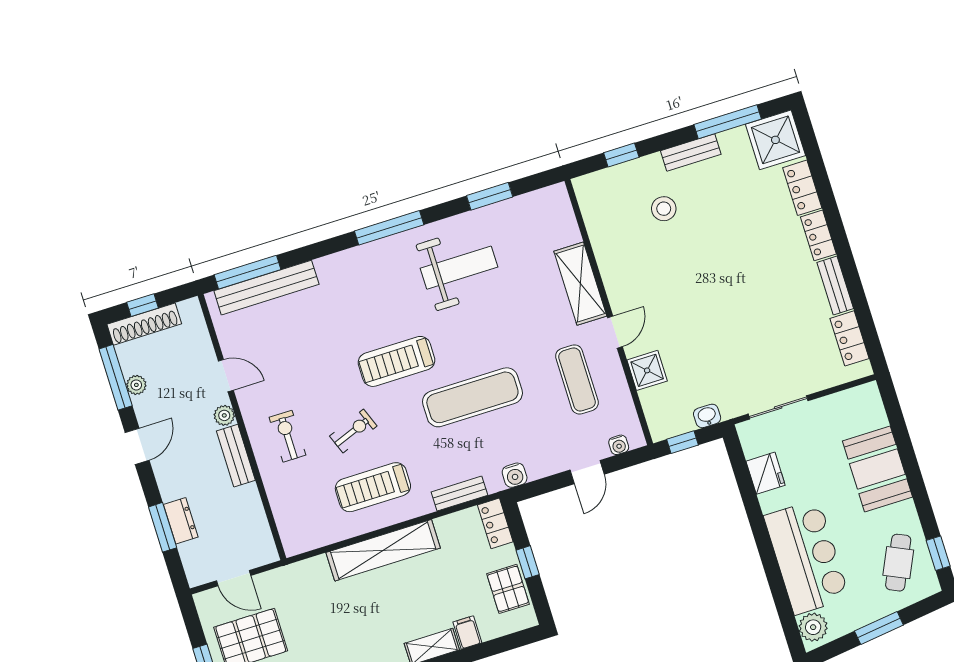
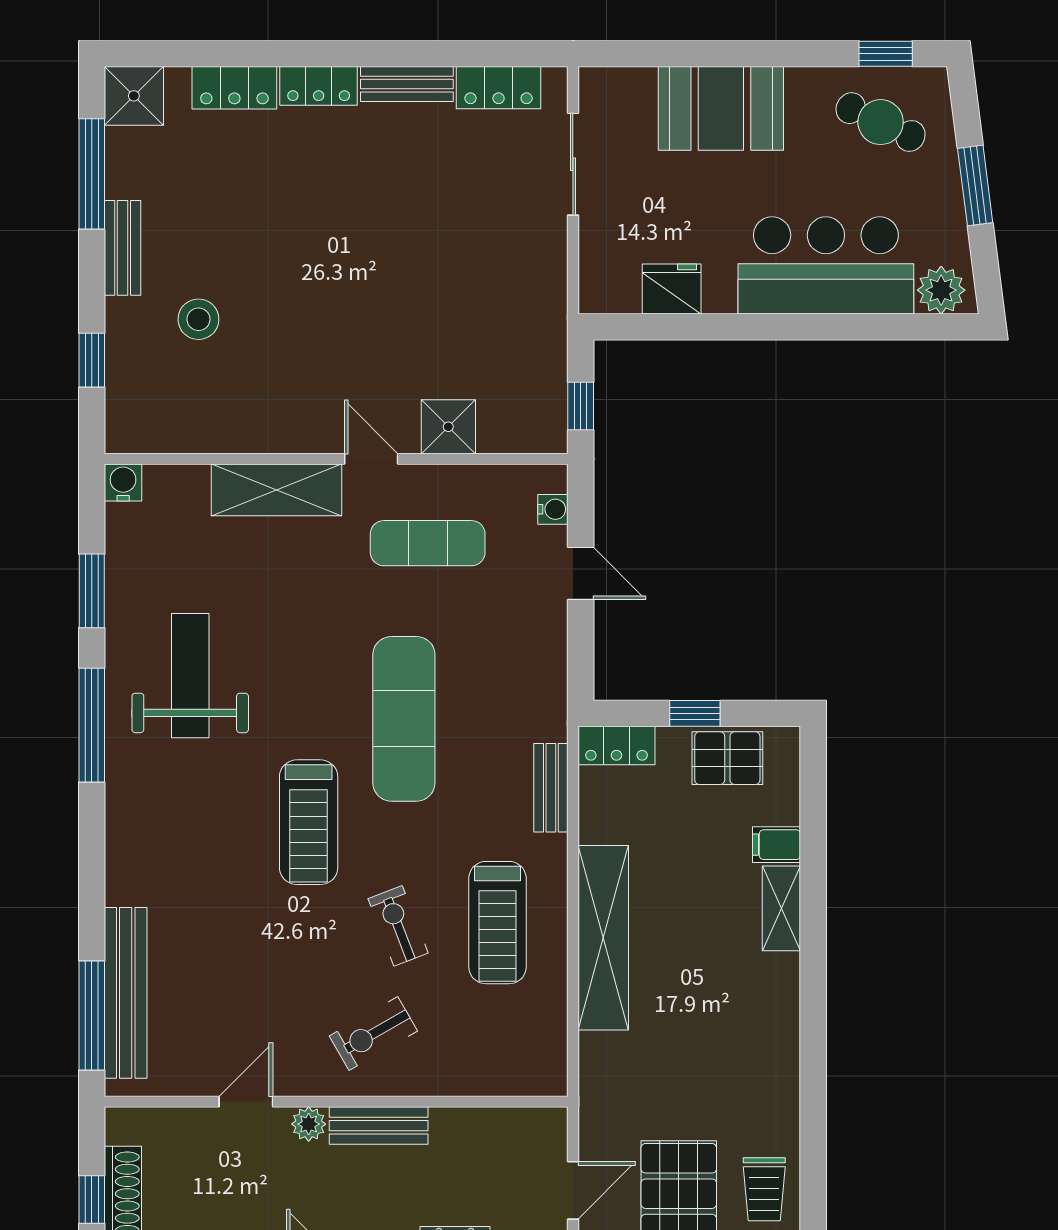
shower: (775, 140) -> (134, 96), width x0.73, depth x0.73
window: (389, 228) -> (92, 725), moved
sliding door: (778, 407) -> (573, 164), moved
washbasin: (707, 416) -> (551, 354), removed
exercise bike: (287, 436) -> (373, 1034), turned -30
water cooler: (515, 475) -> (123, 483), moved, turned -90

